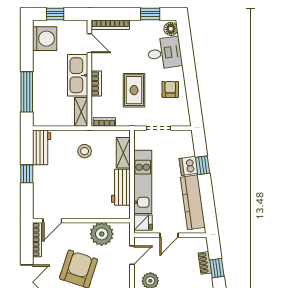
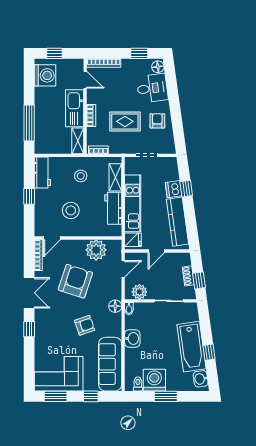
rug: (134, 90) -> (125, 121), turned 90
stool: (73, 190) -> (71, 210), added

